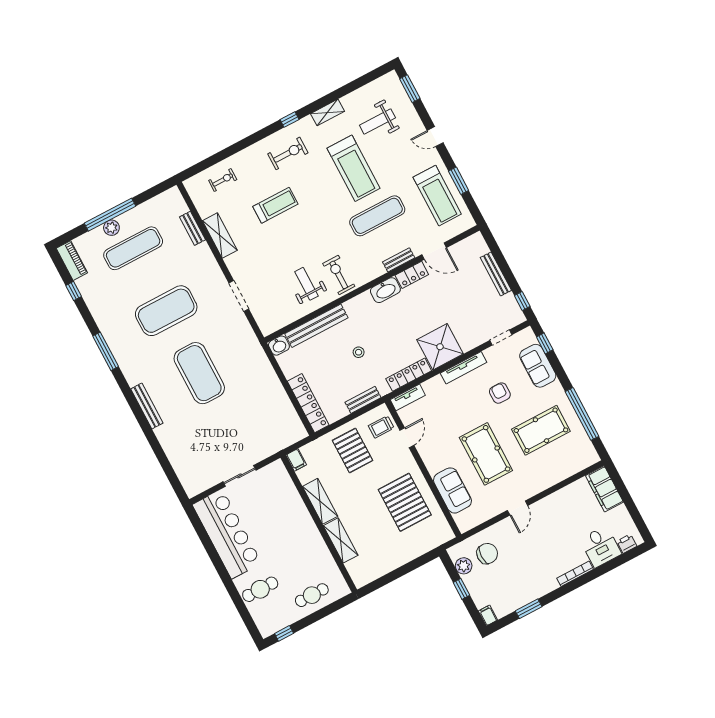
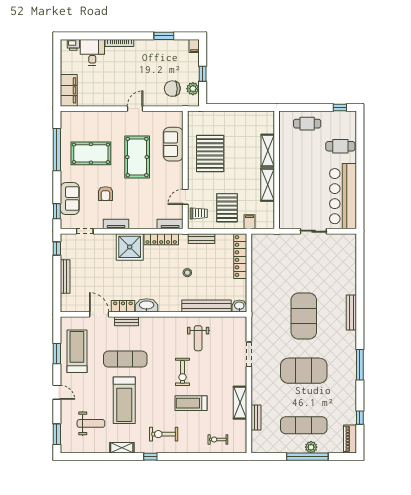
treadmill: (353, 168) -> (124, 400), turned 180
exercise bike: (339, 275) -> (182, 372), moved
tv unit: (464, 368) -> (116, 224), width x0.71
filing cabinet: (296, 460) -> (250, 222), moved

